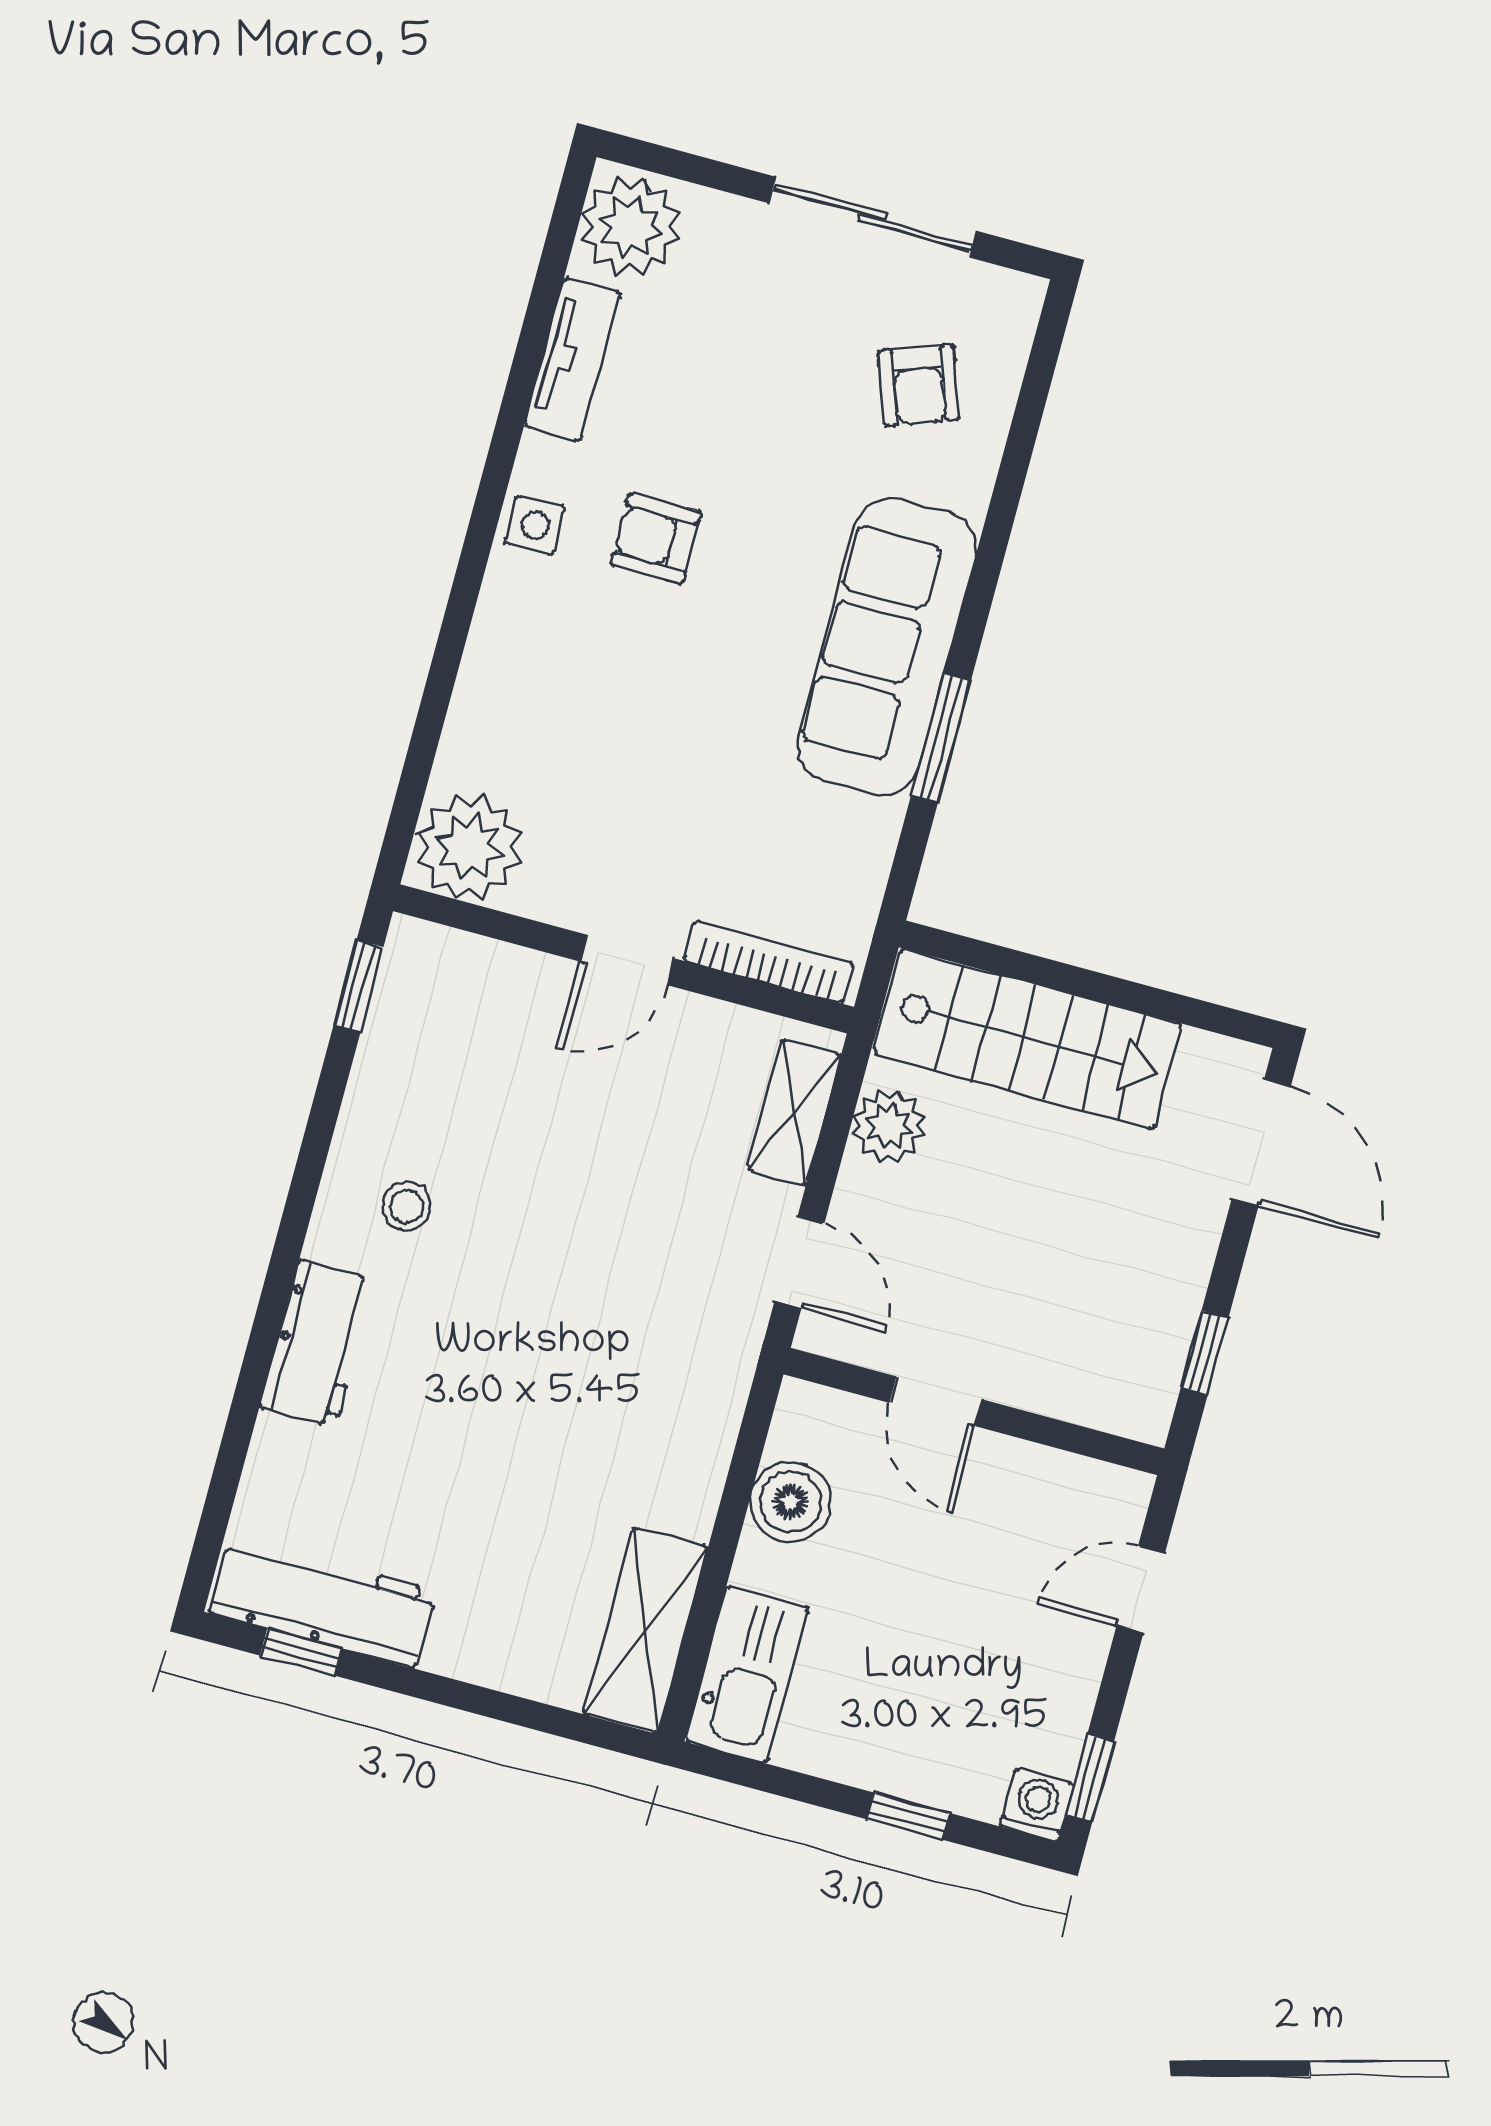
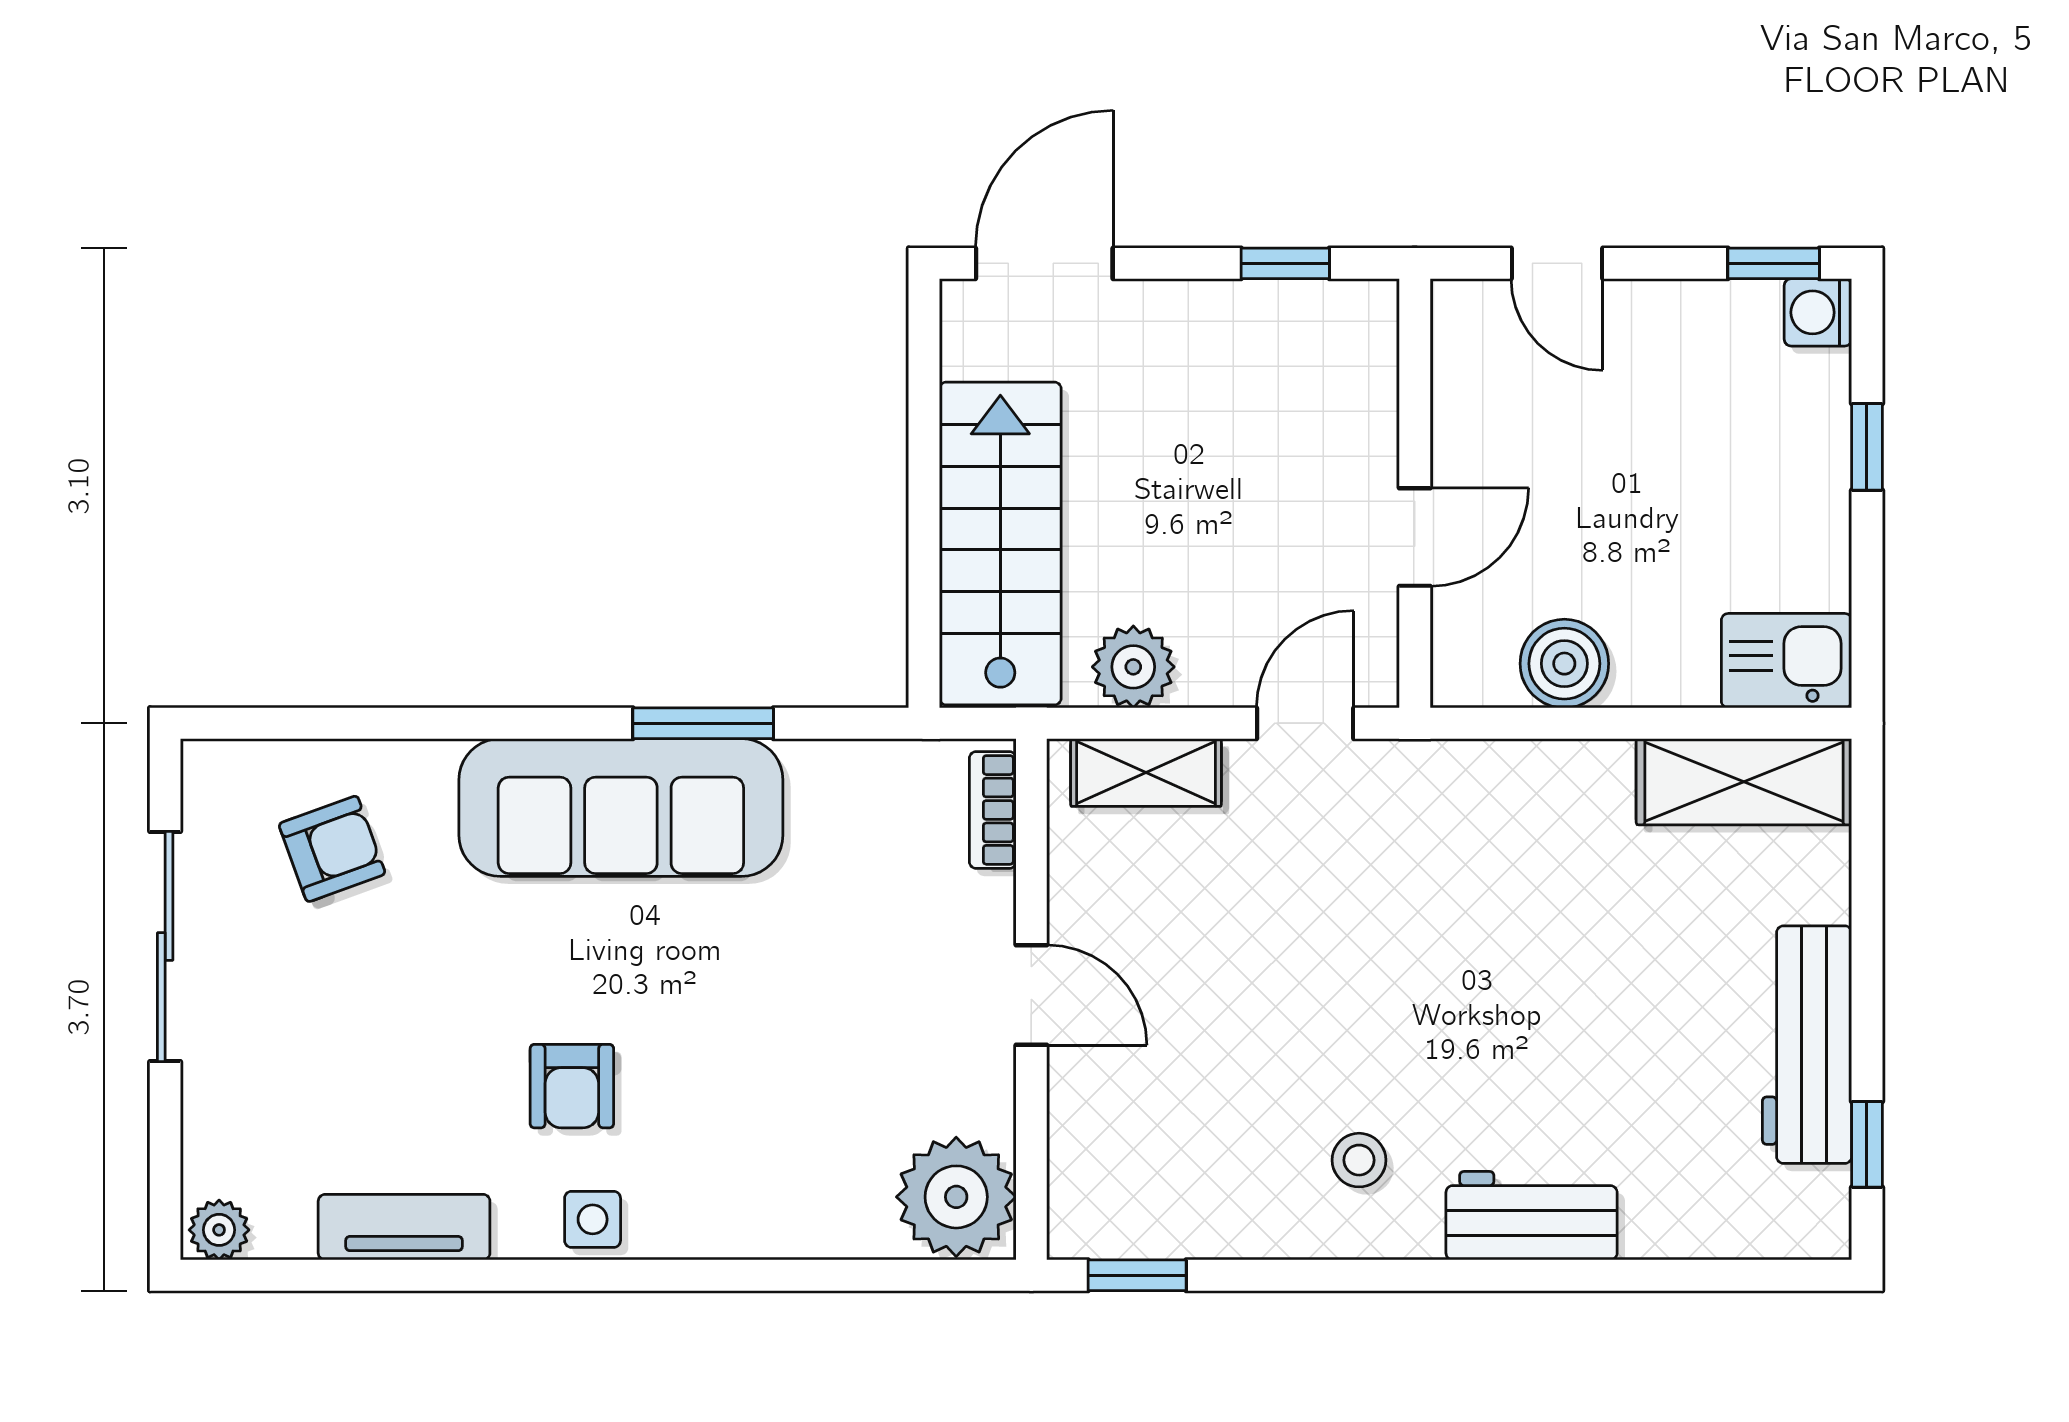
plant: (630, 227) -> (219, 1230), width x0.53, depth x0.53
bookcase: (769, 962) -> (993, 810), width x0.64
workbench: (323, 1602) -> (1807, 1045), moved
kitchen sink: (747, 1675) -> (1786, 661), width x0.73

